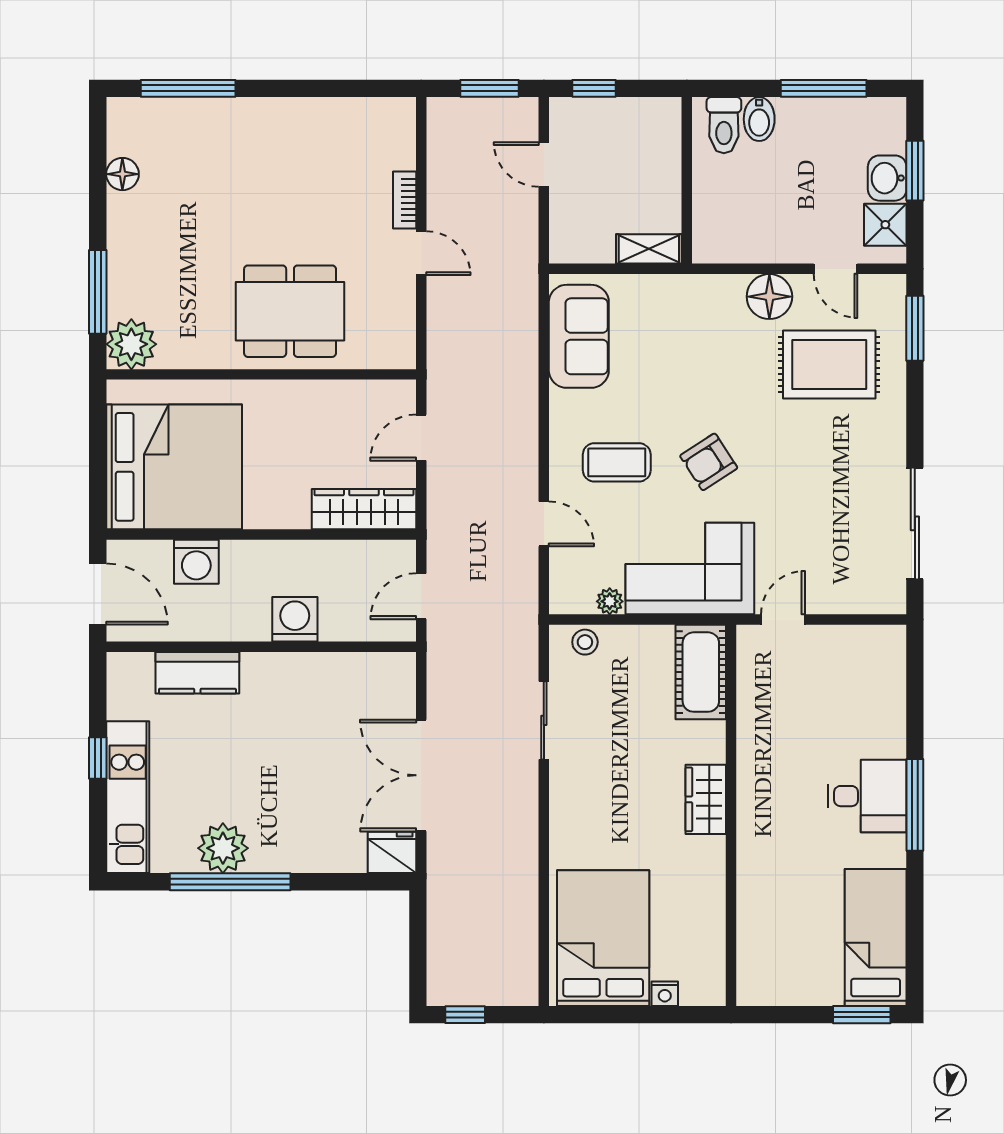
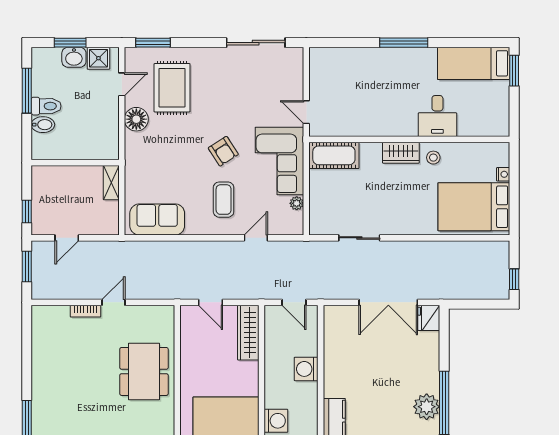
toilet: (724, 125) -> (46, 106), moved
stool: (585, 642) -> (433, 158), moved
desk: (867, 796) -> (437, 116), moved, turned 180

